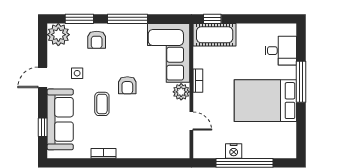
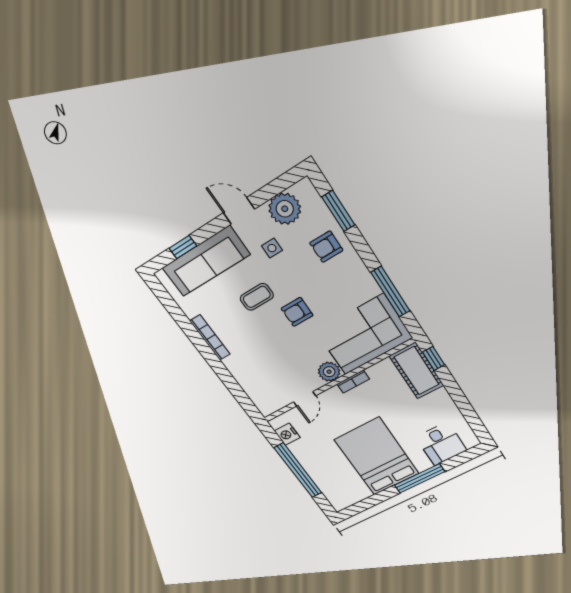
window: (127, 19) -> (390, 292), moved
plant: (58, 35) -> (285, 209), moved
nightstand: (234, 151) -> (287, 434), moved
bookcase: (103, 153) -> (210, 338), width x1.56

